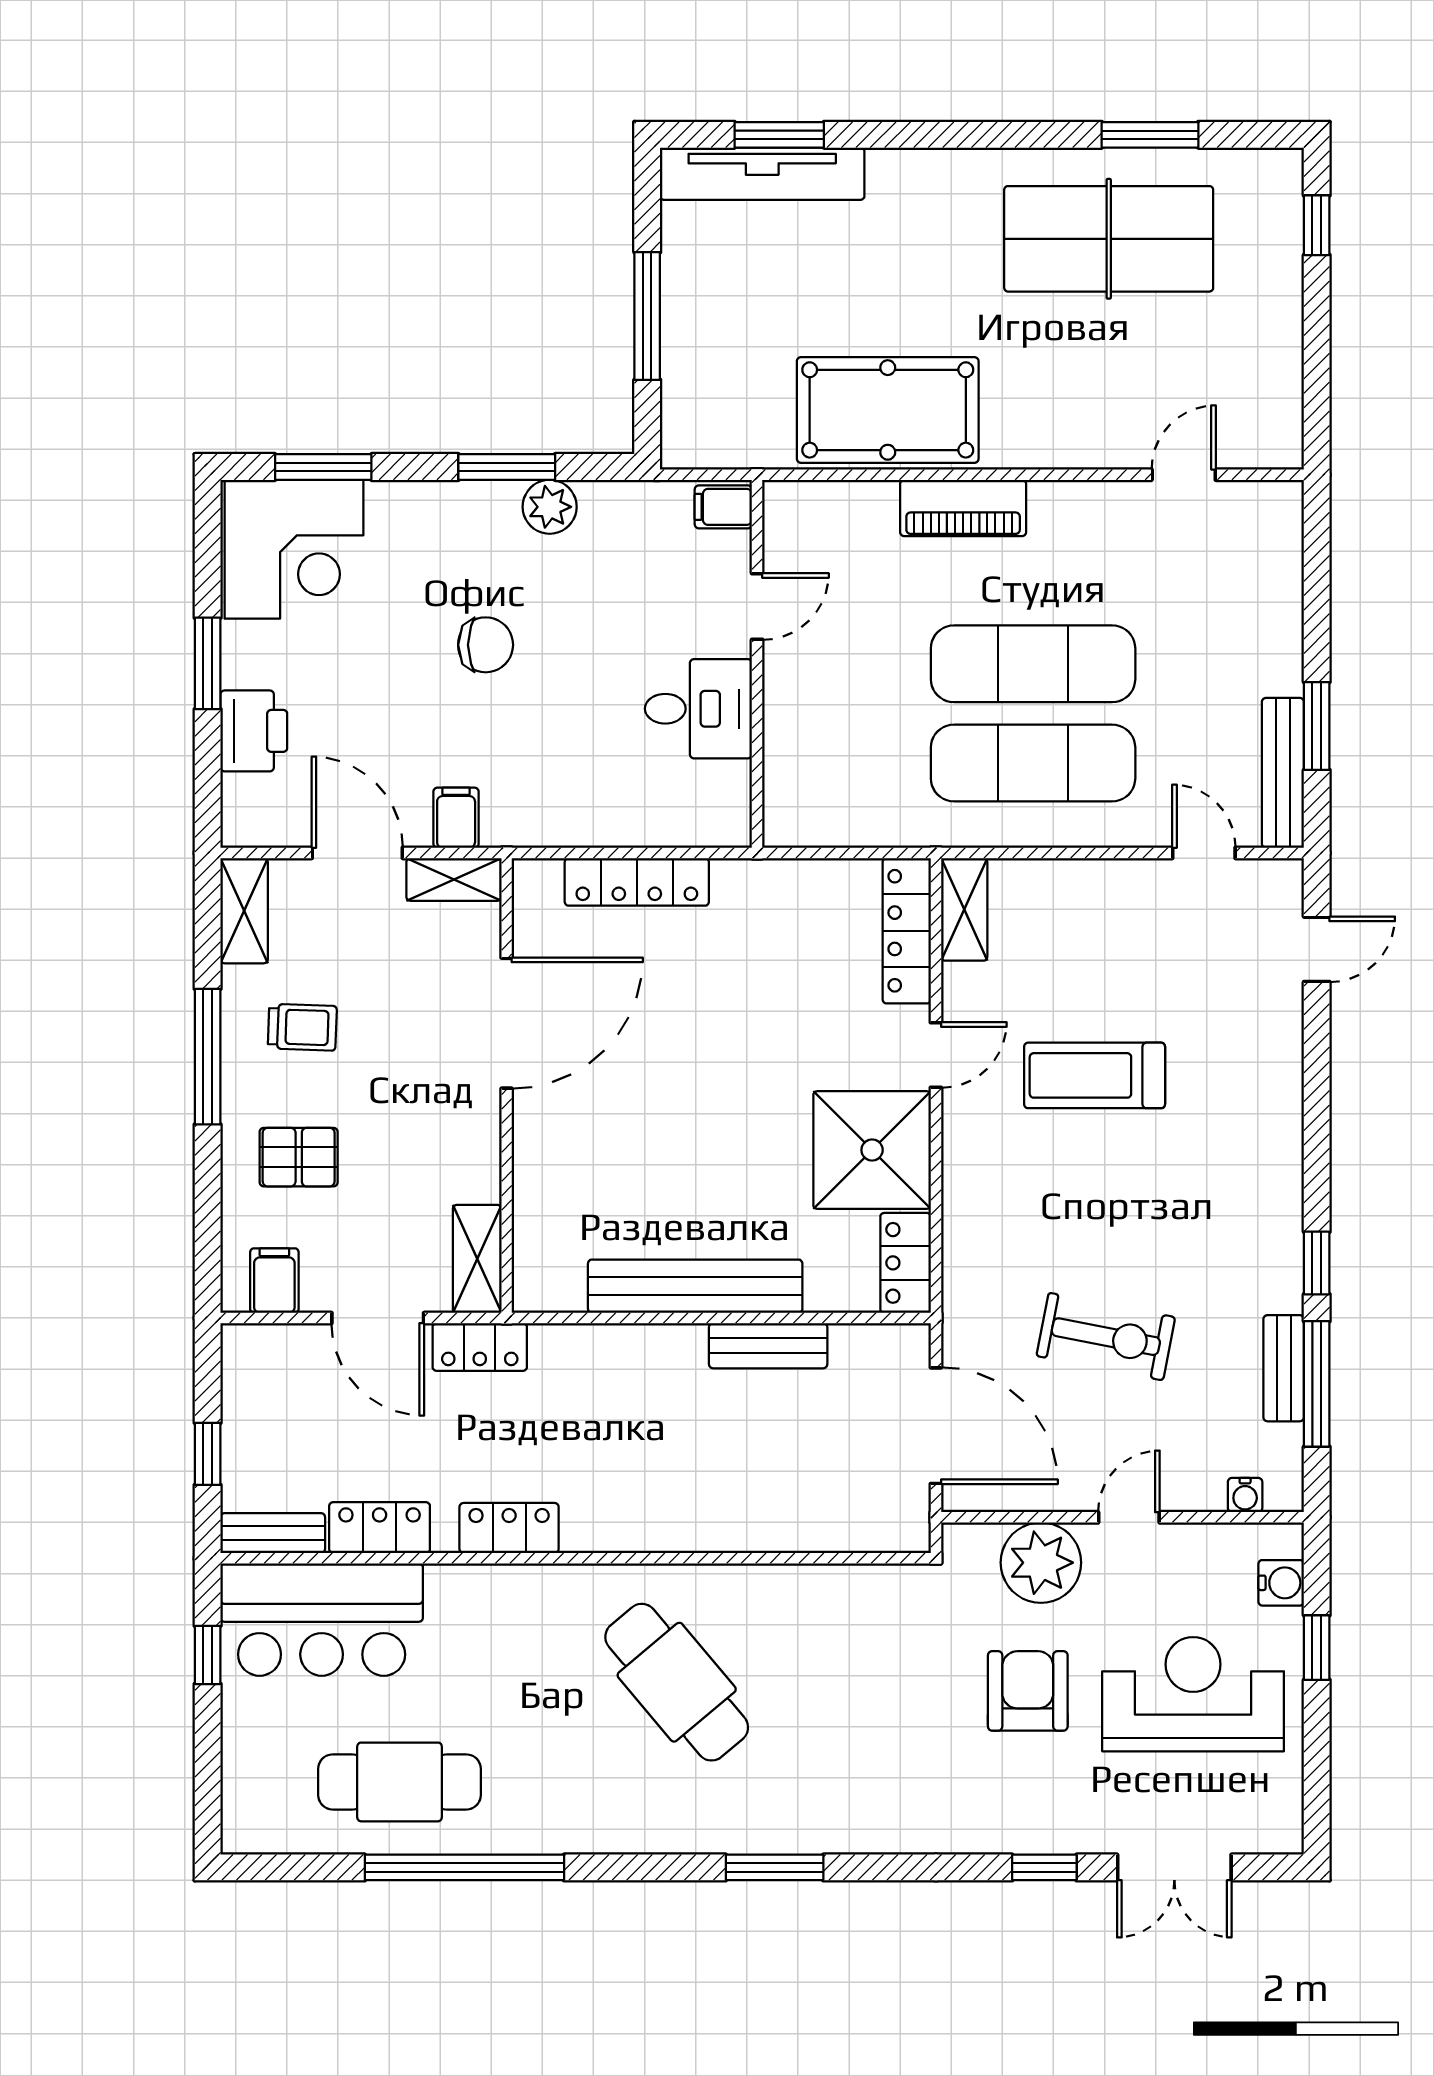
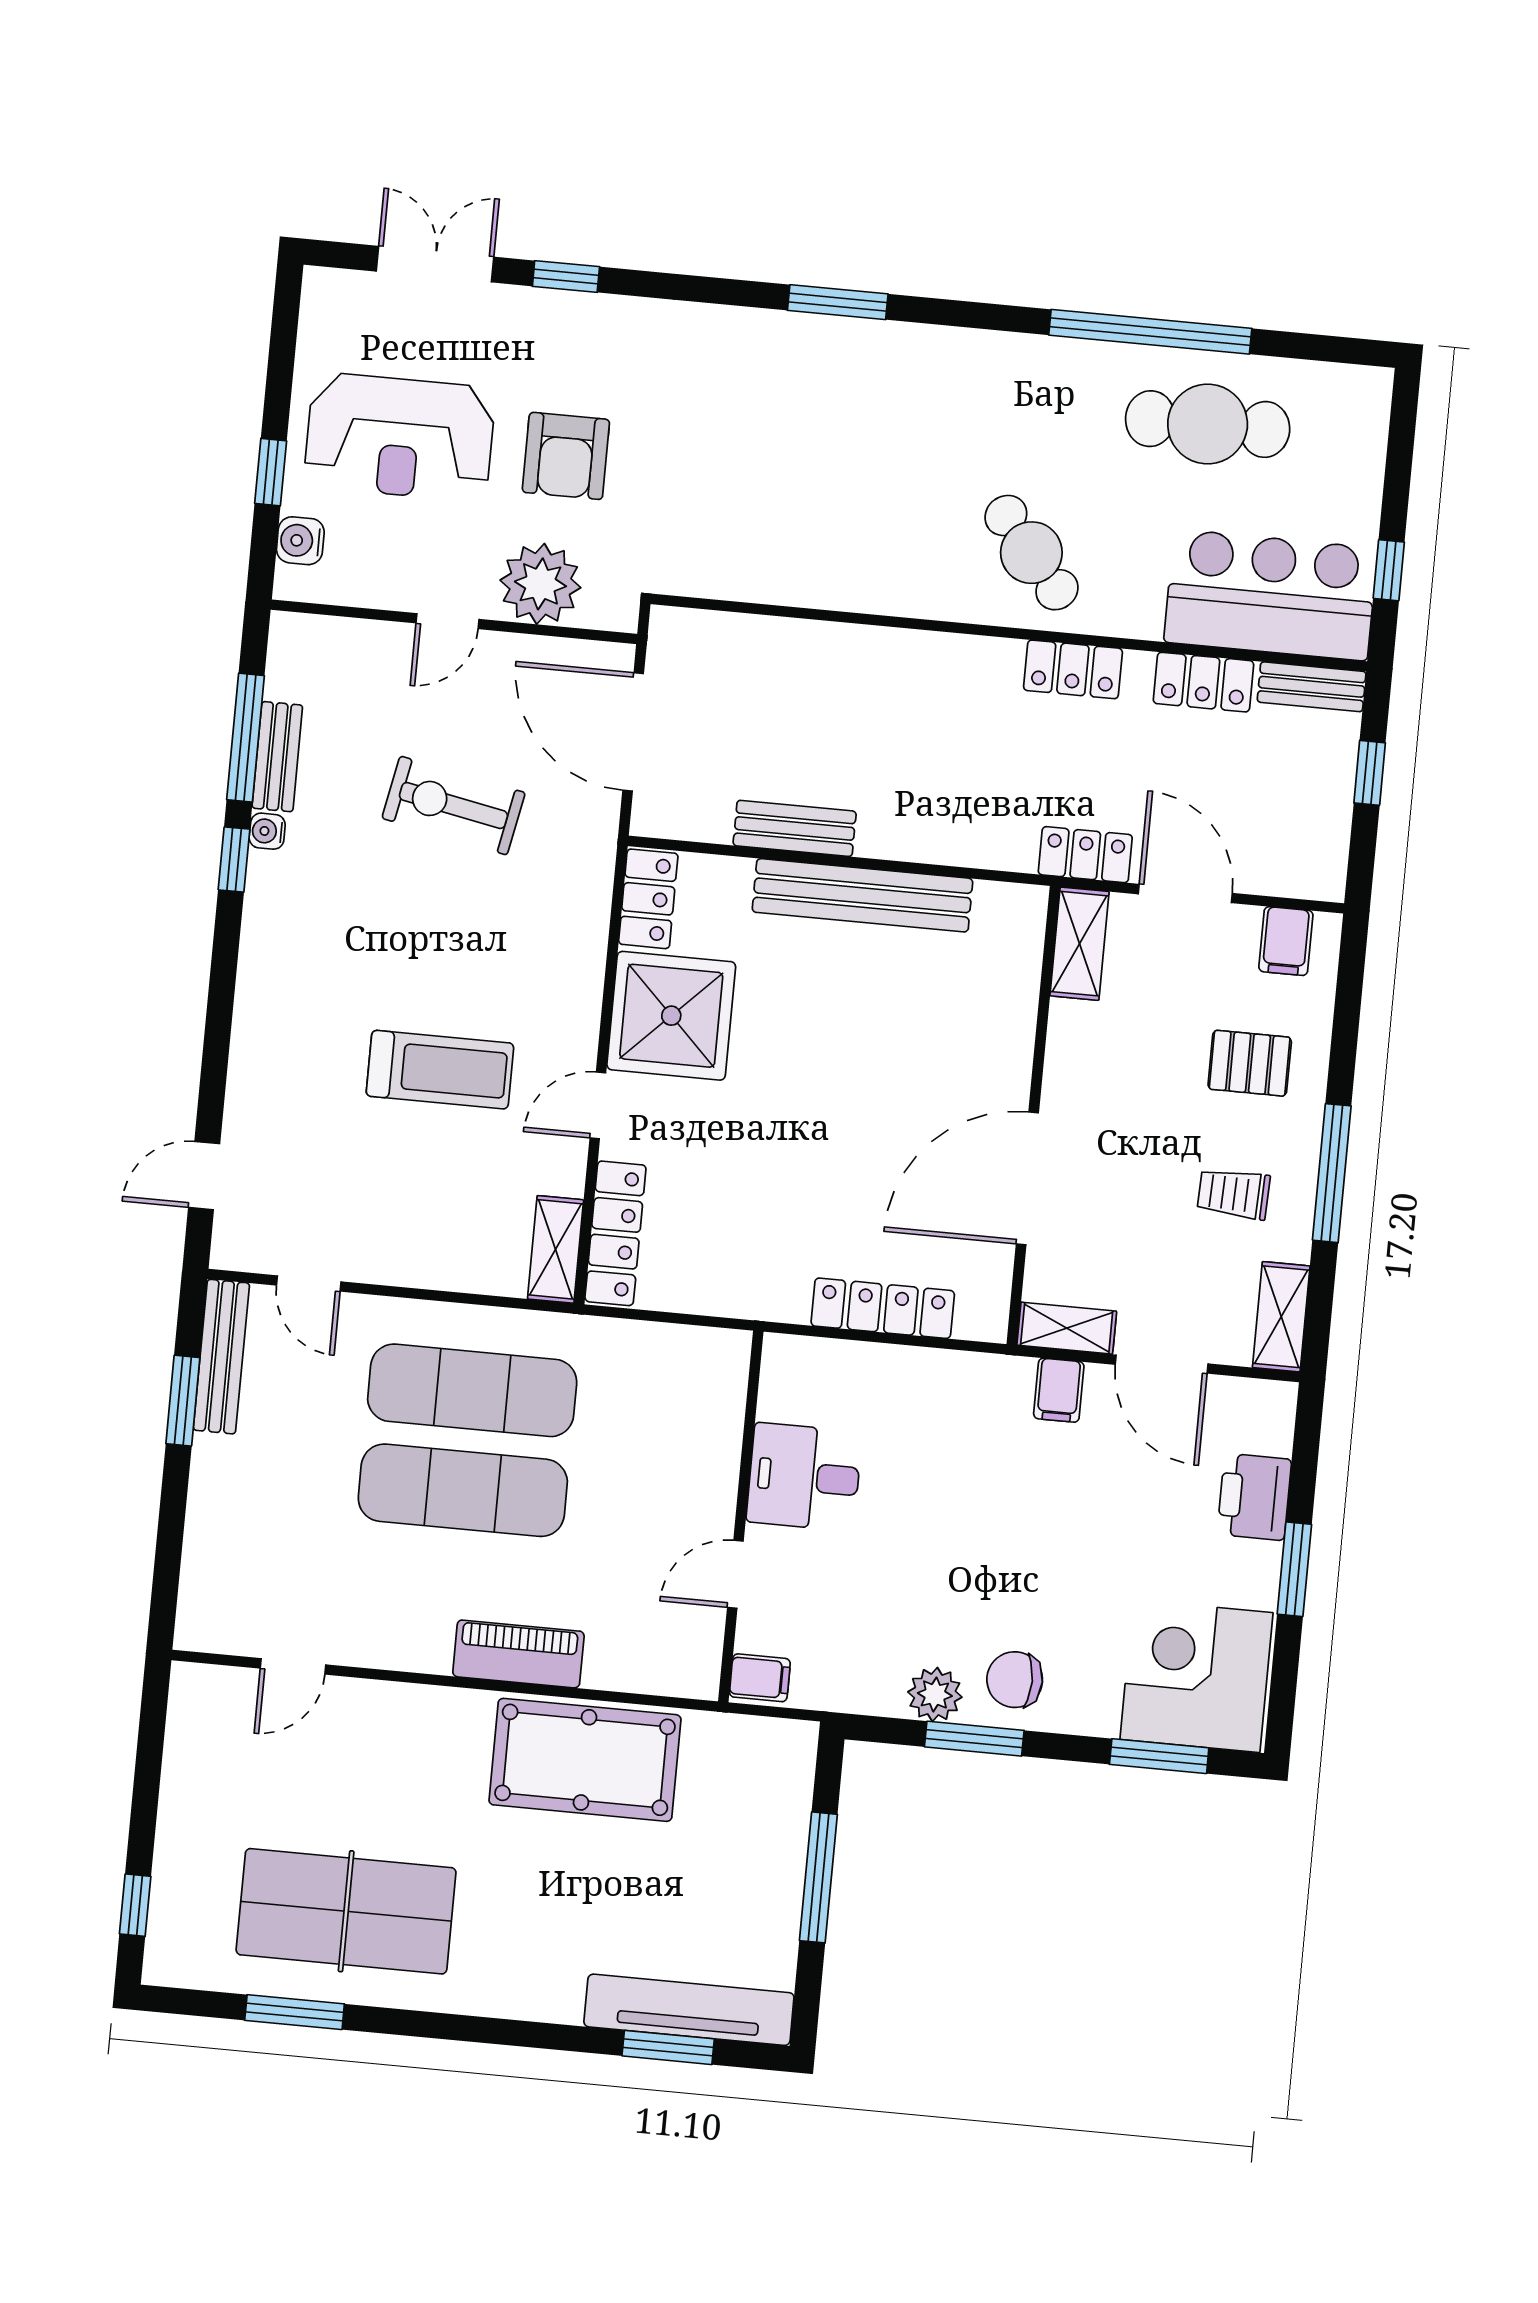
chair: (486, 645) -> (1015, 1680), moved
water cooler: (1245, 1495) -> (267, 831), moved, turned -90
cafe table: (677, 1682) -> (1031, 553), moved, width x0.73, depth x0.74

